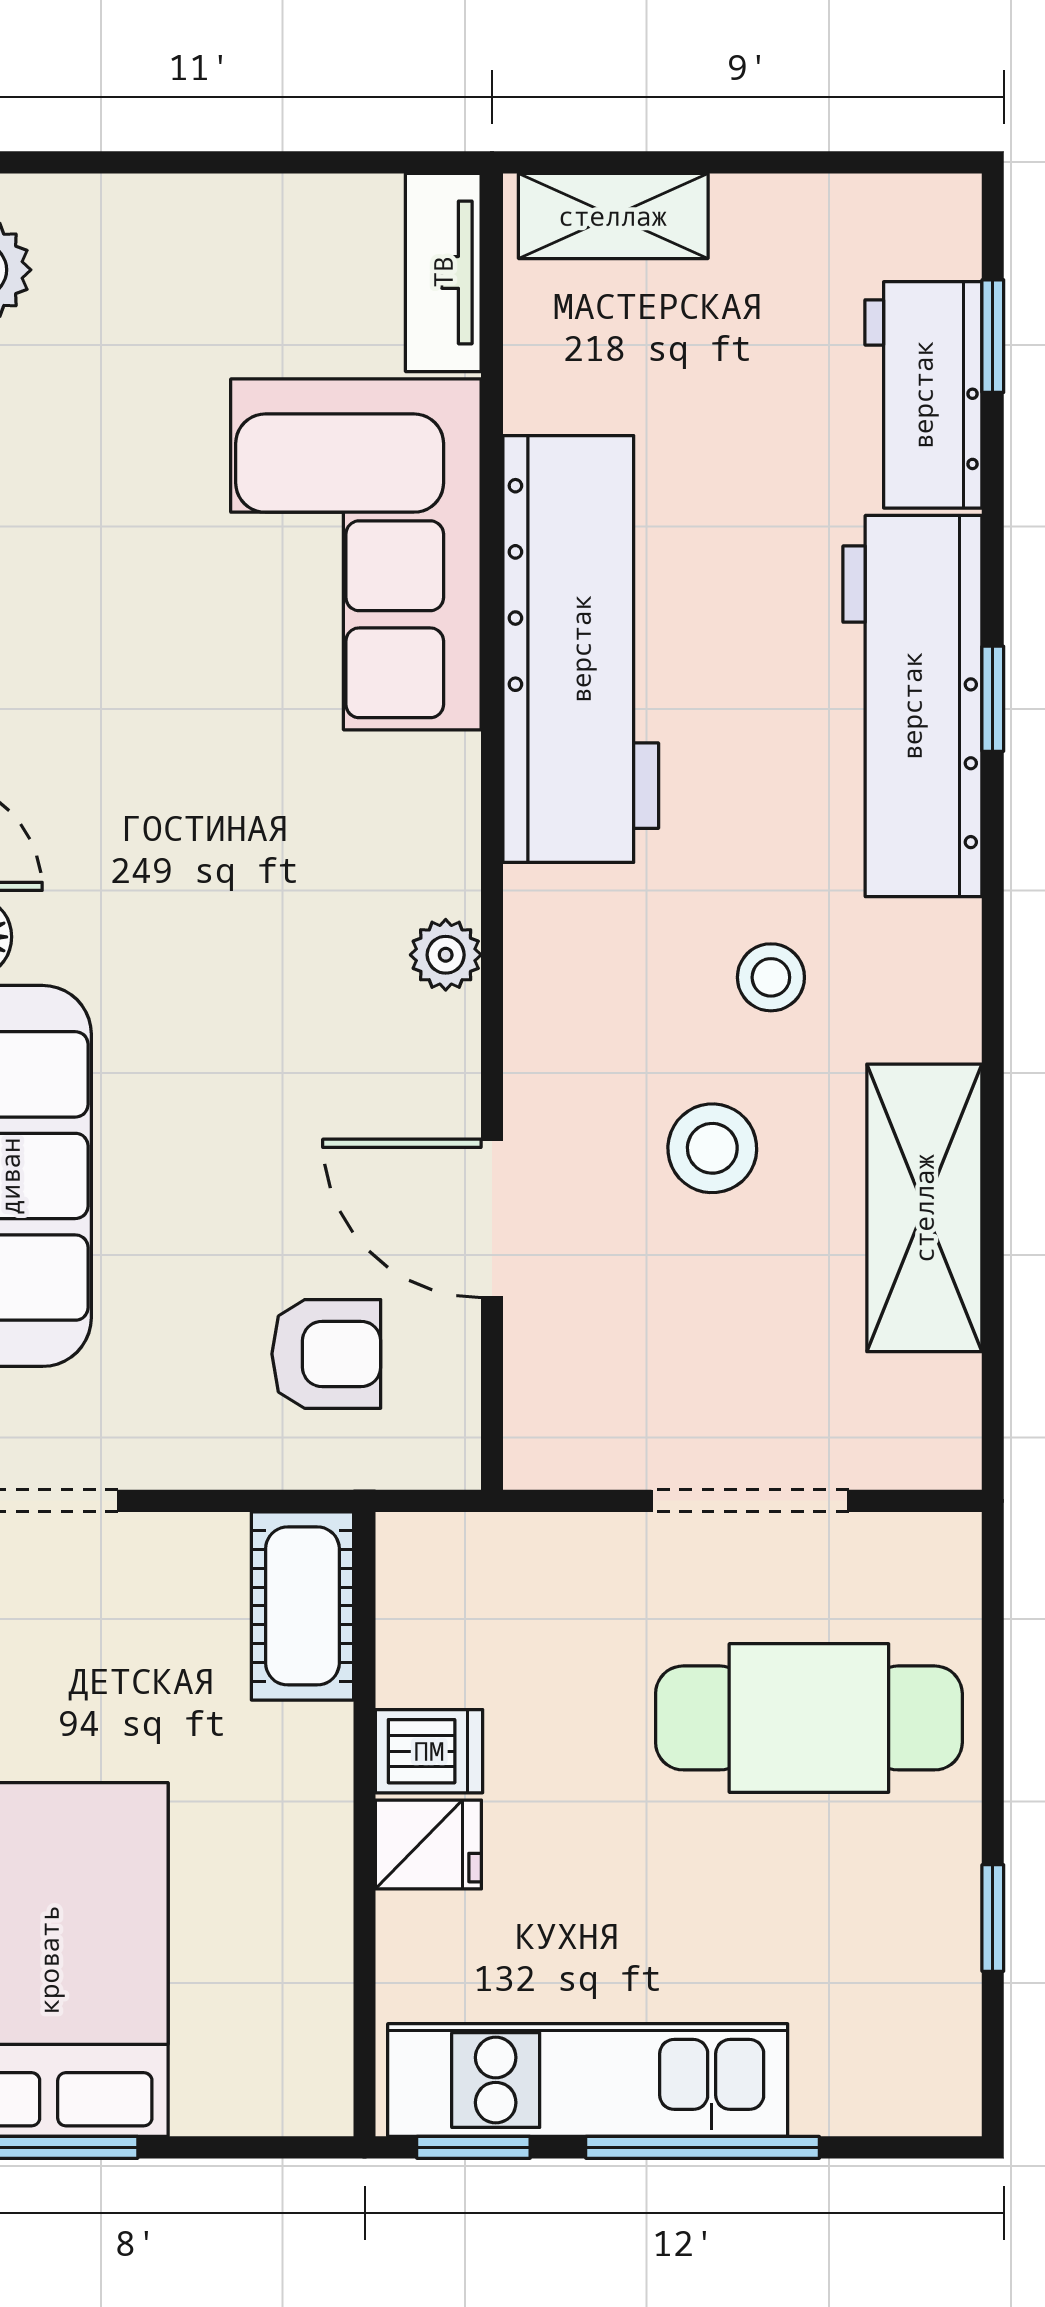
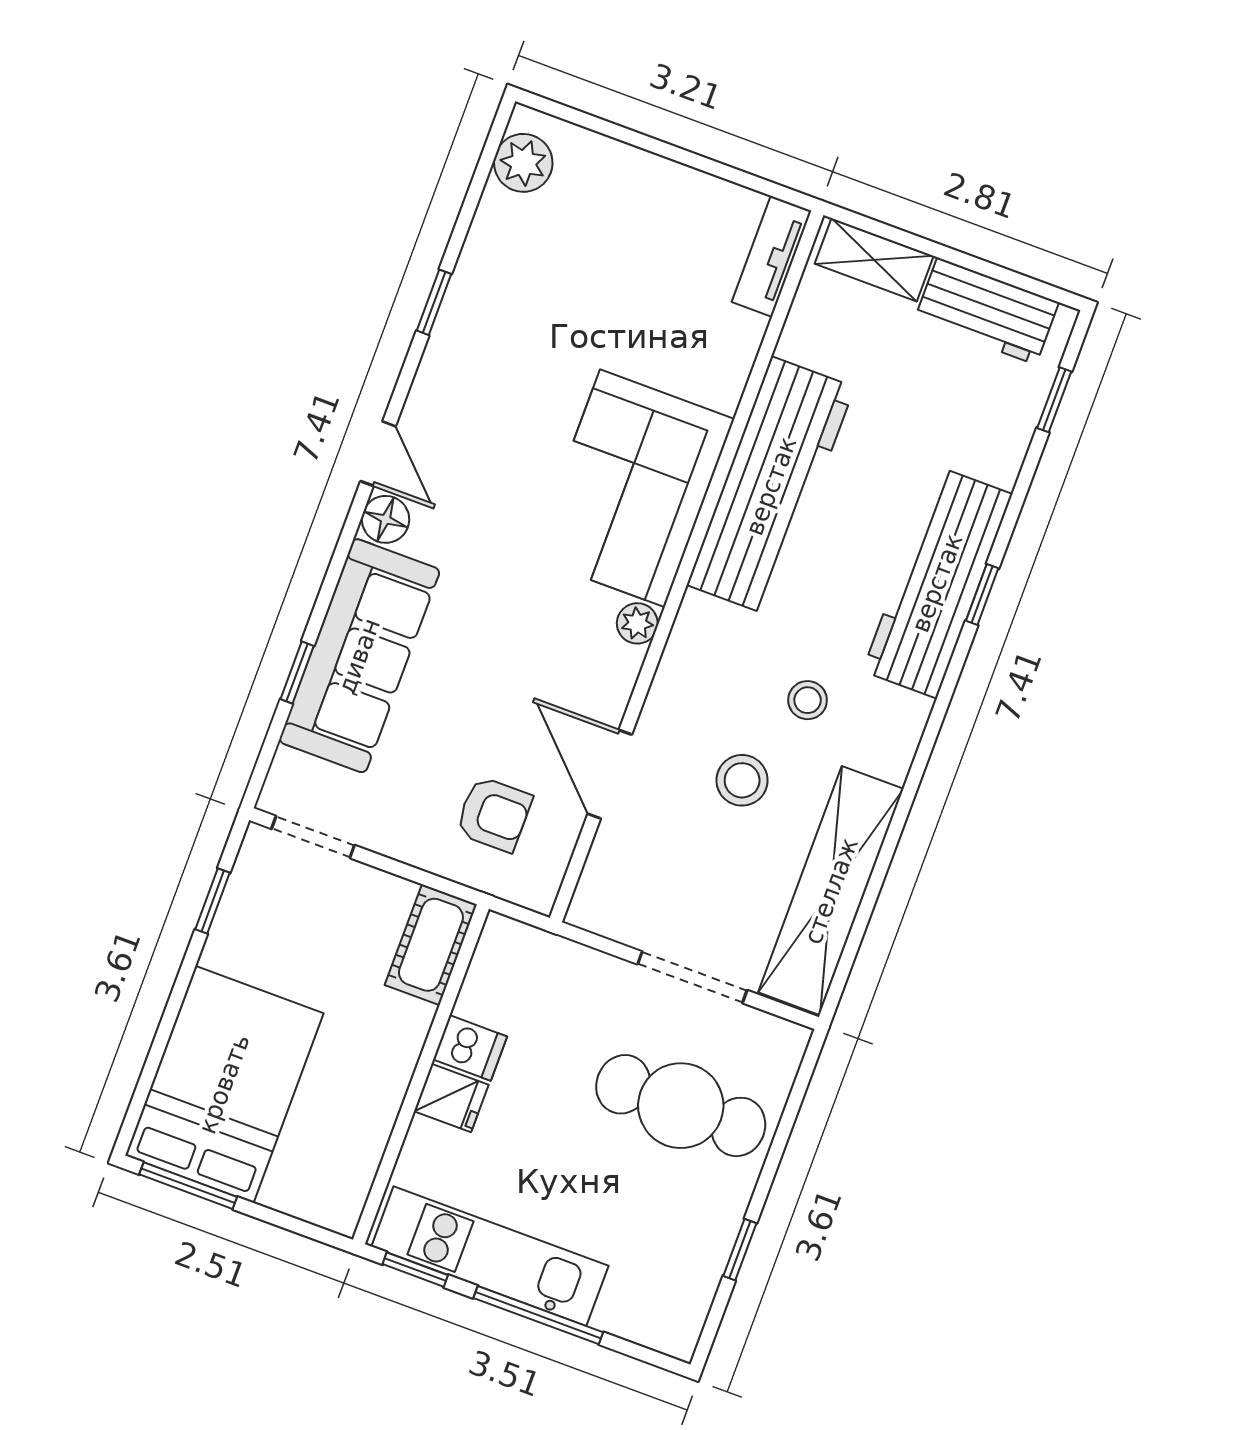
workbench: (923, 395) -> (987, 311), moved, turned -90
corner sofa: (356, 554) -> (632, 488), moved
shelving: (924, 1208) -> (831, 891), width x1.47

